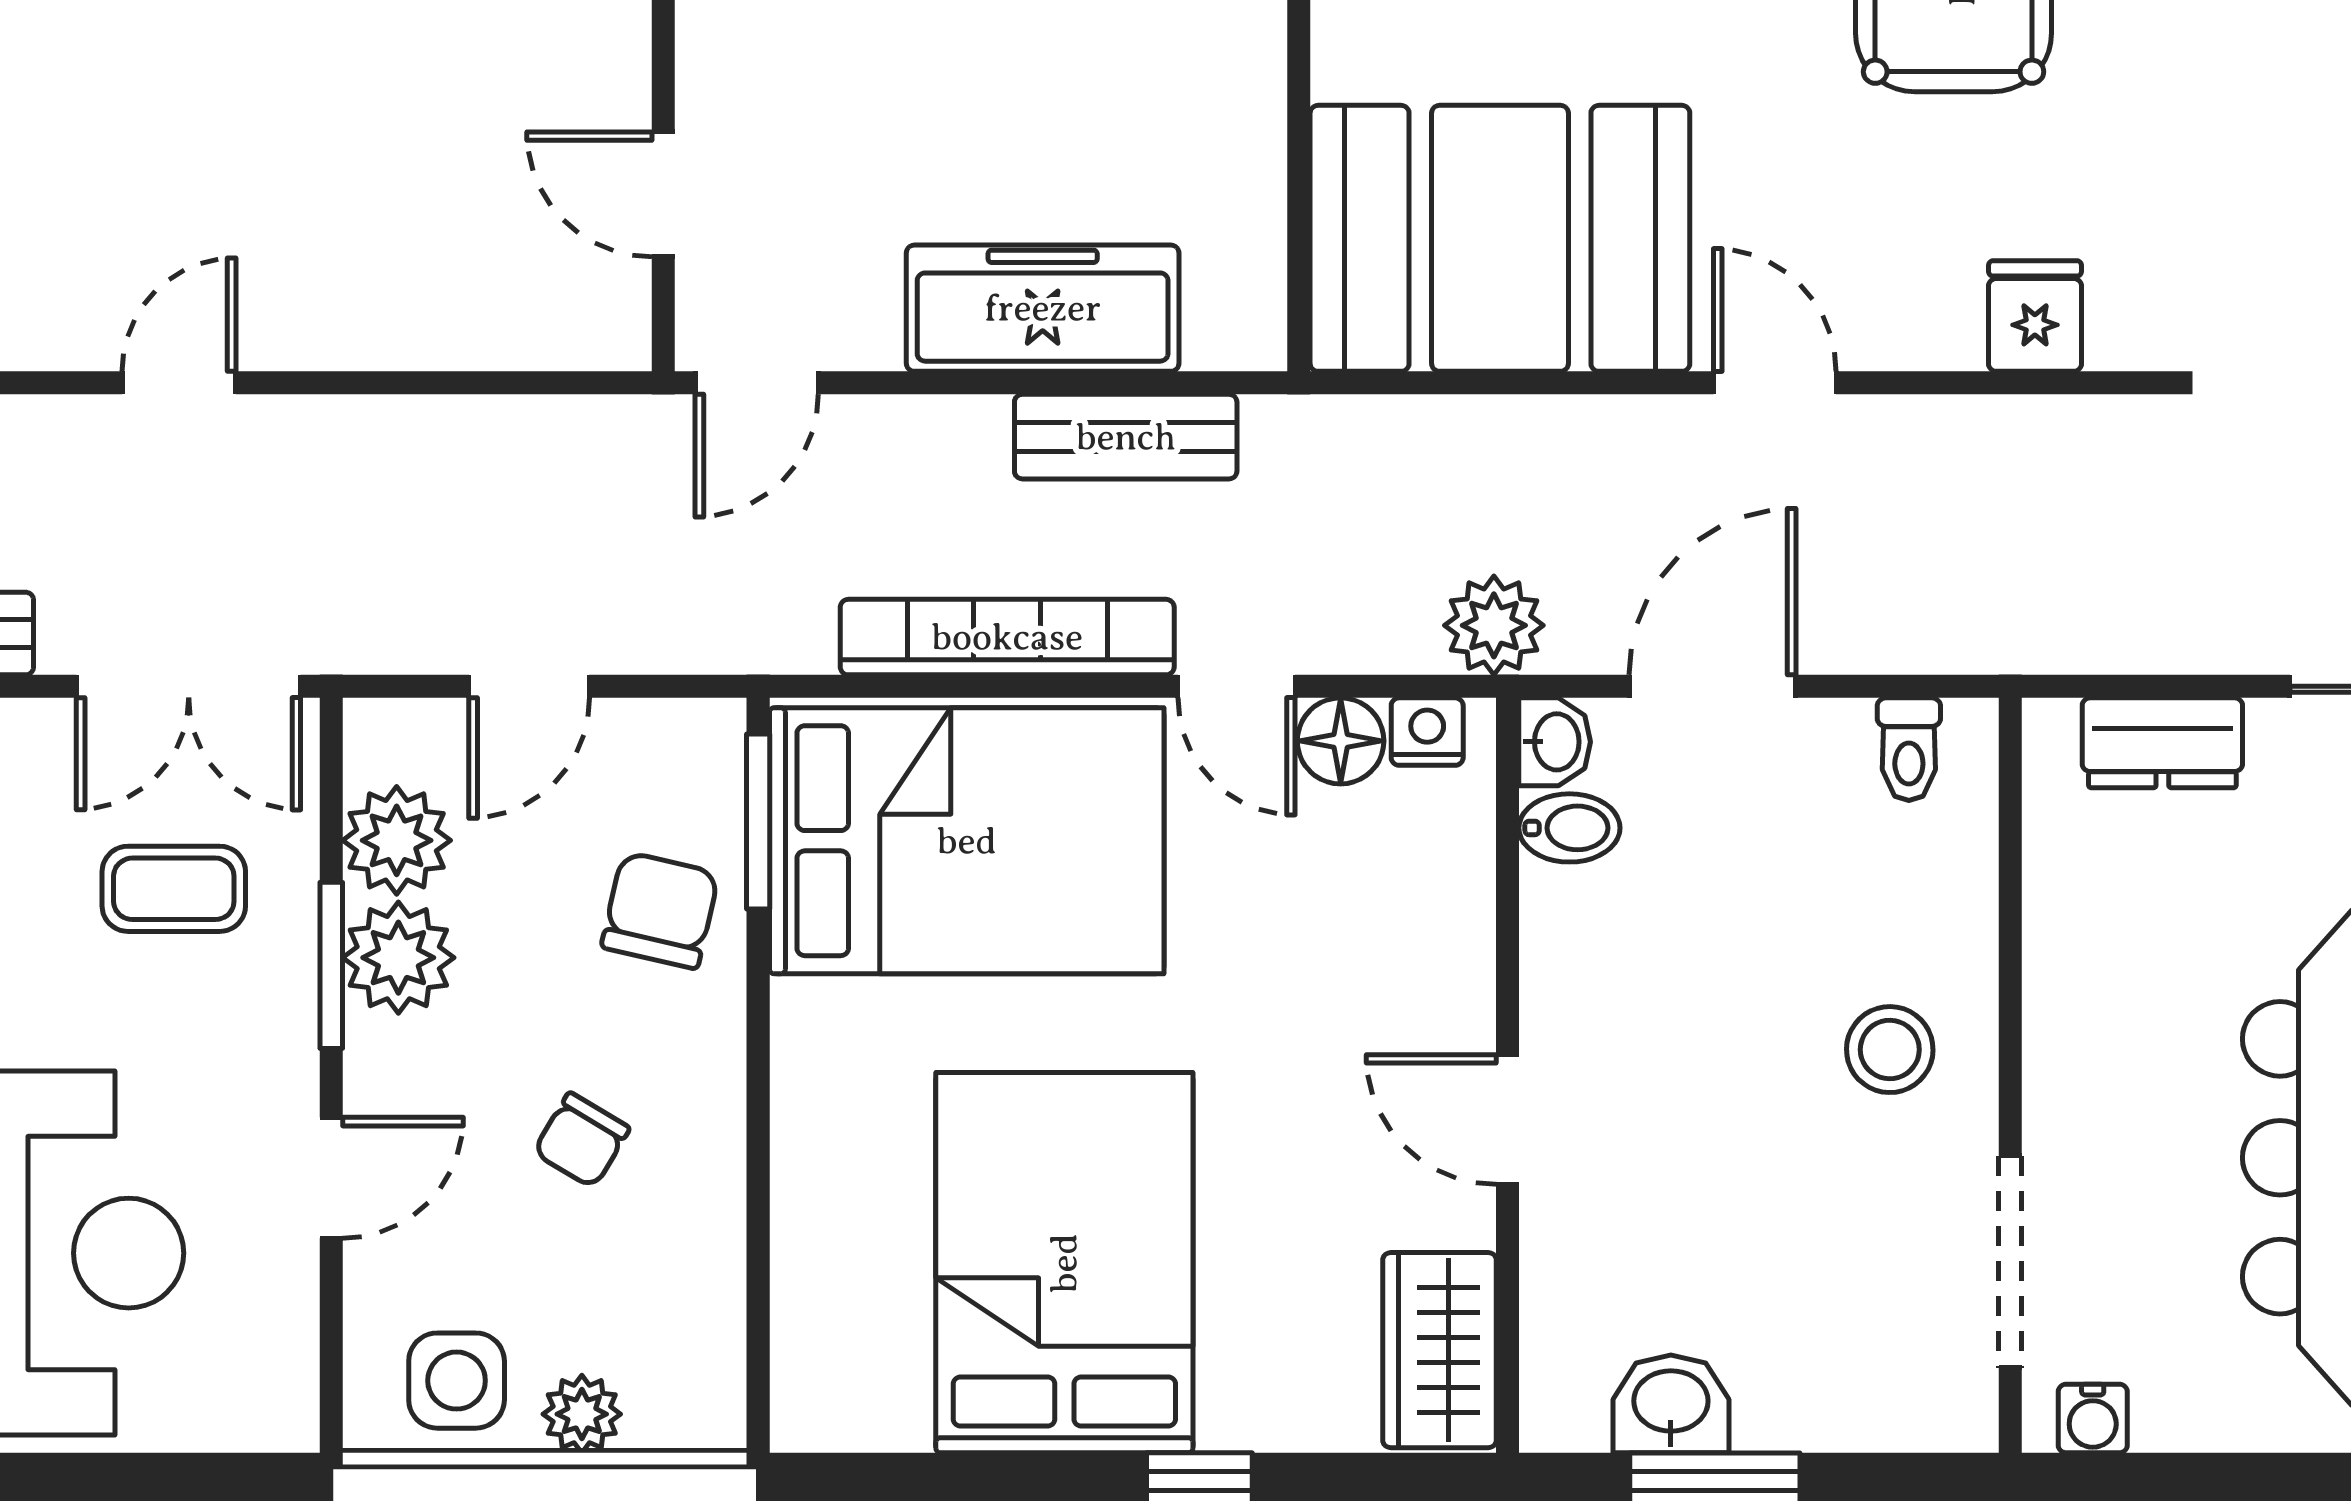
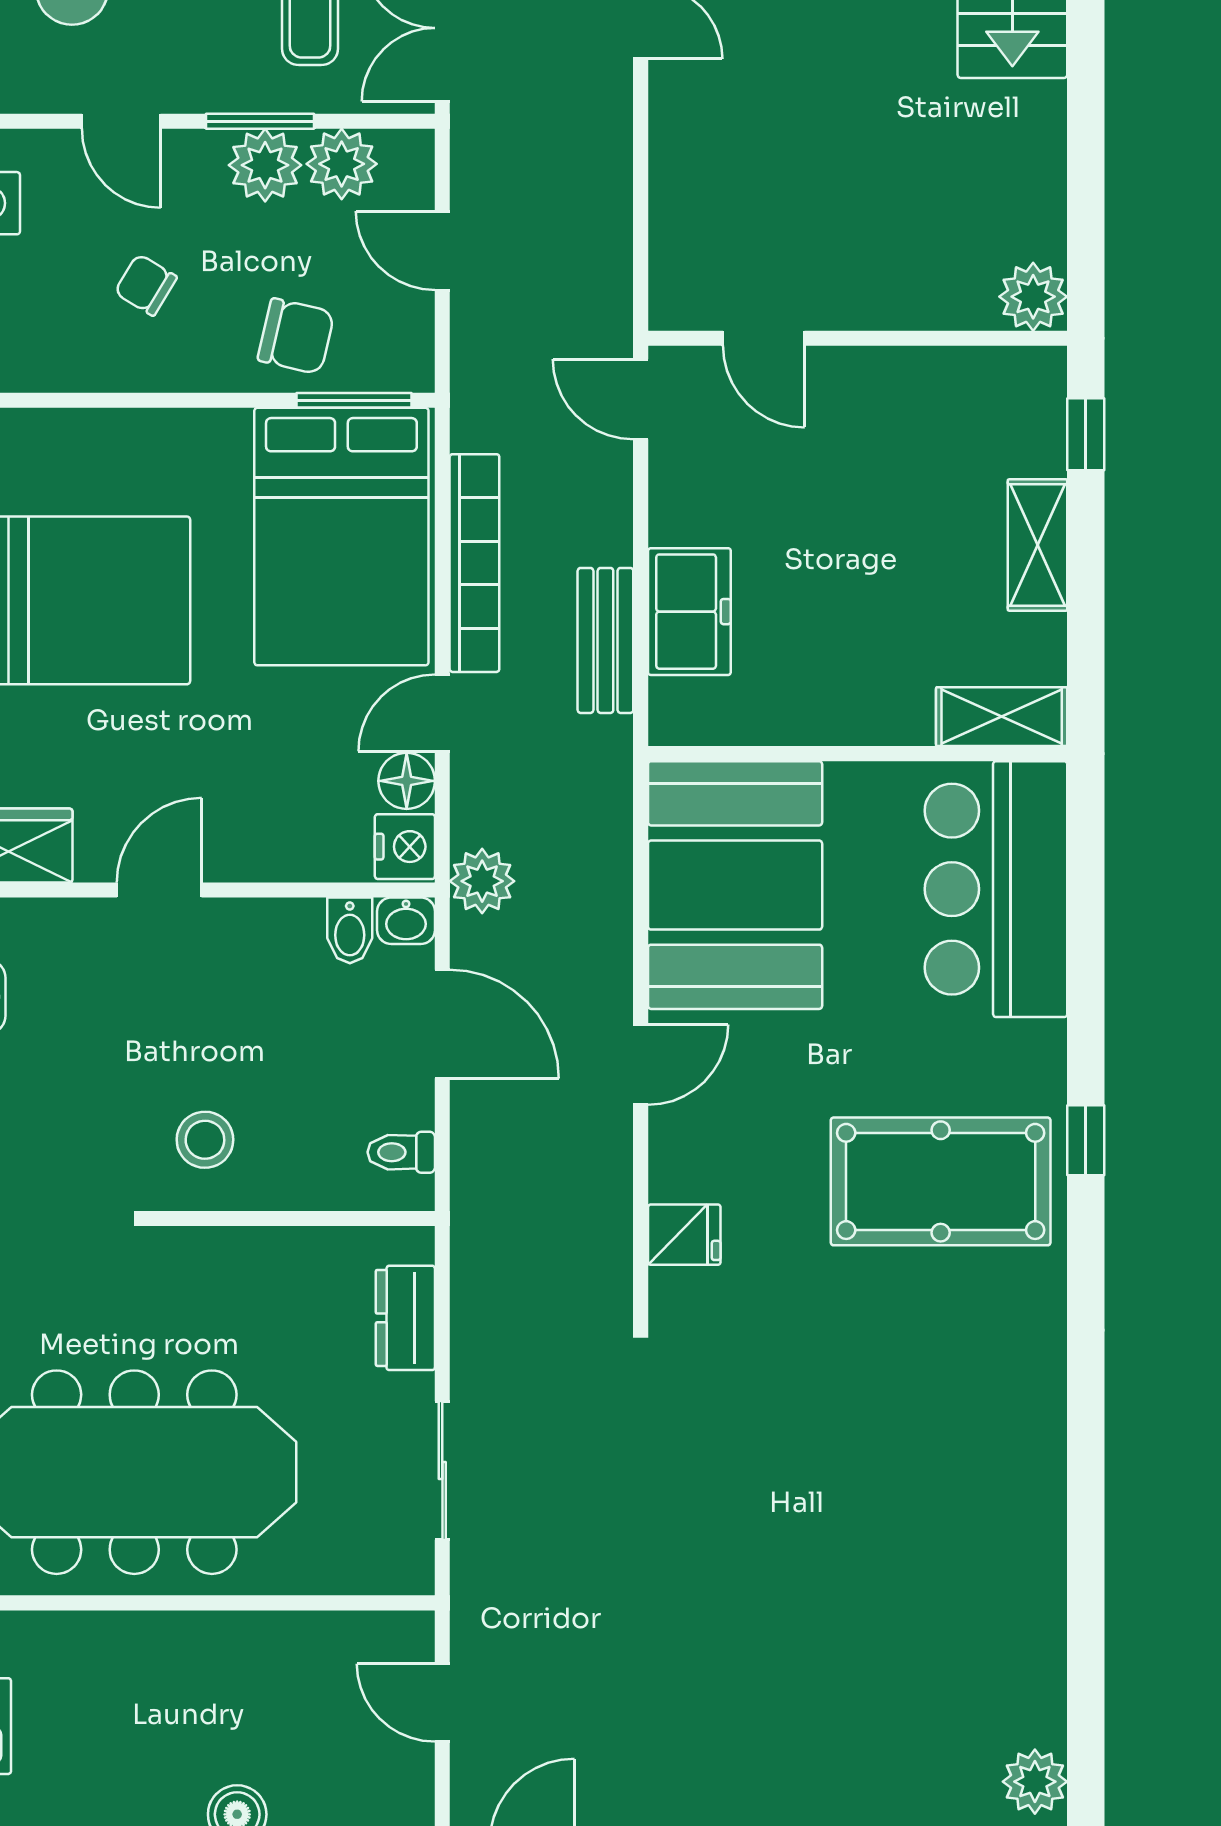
door: (663, 194) -> (764, 338), swing flipped
freezer: (1043, 308) -> (689, 612), width x0.71
nightstand: (1427, 732) -> (405, 847), width x1.39, depth x1.35

